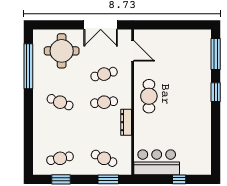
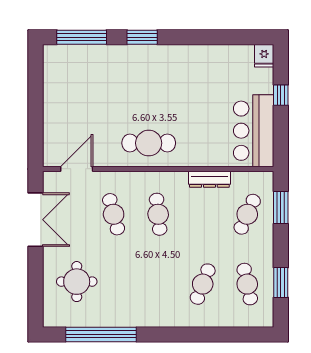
round table: (62, 51) -> (77, 282), width x0.73, depth x0.73
cafe table: (60, 102) -> (203, 284), moved
dresser: (126, 122) -> (209, 179), moved
fridge: (204, 169) -> (264, 56), added

